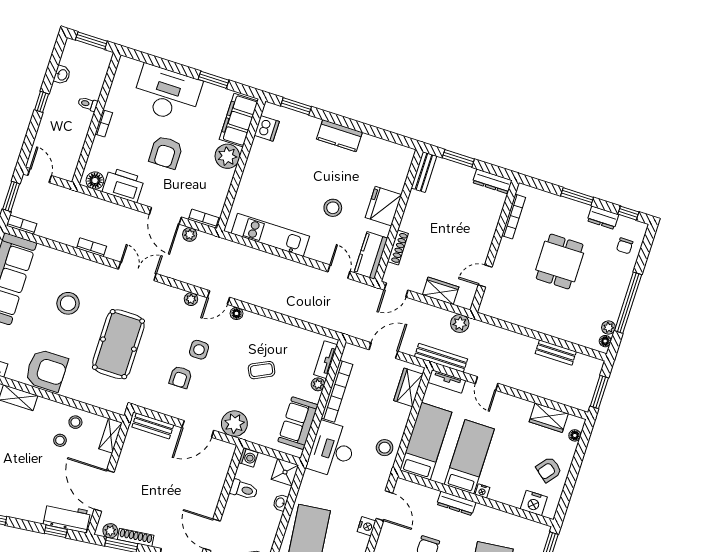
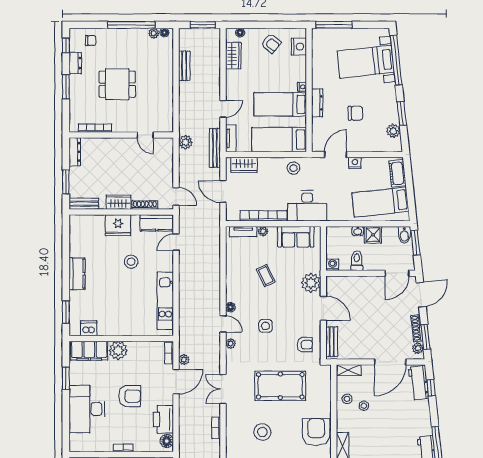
wardrobe: (441, 291) -> (119, 202), moved, turned 90
armchair: (181, 377) -> (305, 345), moved
shower: (285, 472) -> (373, 235), moved

